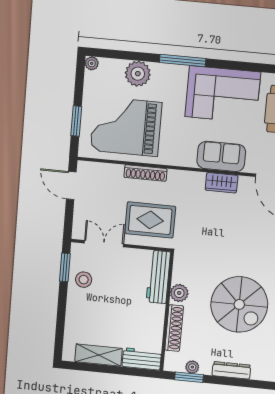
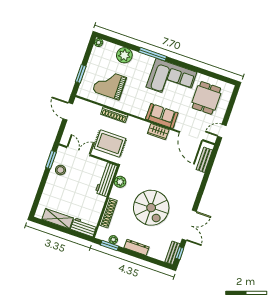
grand piano: (126, 126) -> (110, 84), width x0.73, depth x0.68
plant: (179, 293) -> (120, 182), moved

